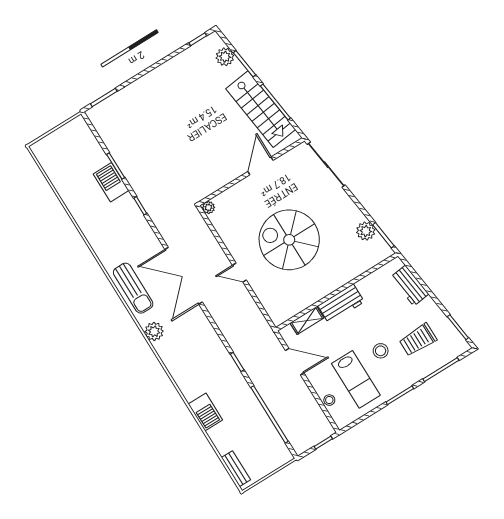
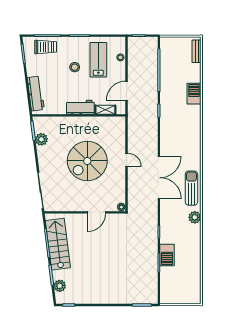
door: (260, 166) -> (96, 212), moved
spiral stairs: (289, 240) -> (87, 161), turned 90
workbench: (410, 286) -> (36, 94), width x1.38
plant: (154, 331) -> (195, 217), moved
trolley: (418, 340) -> (46, 47), moved
door: (295, 362) -> (127, 91), hinge flipped

